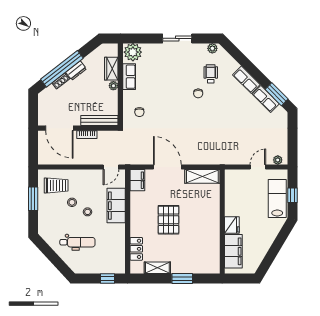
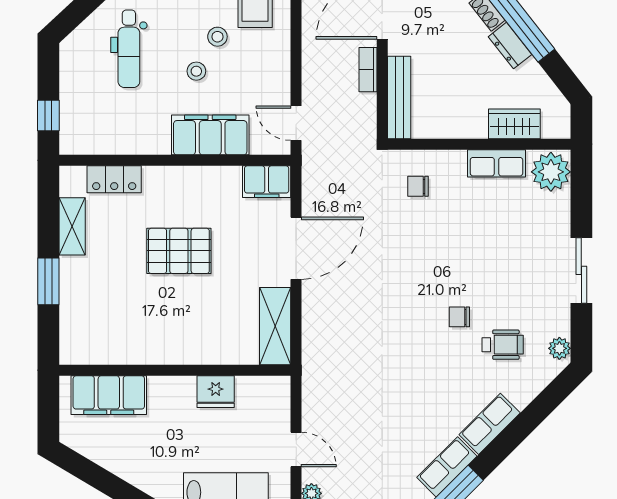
plant: (113, 86) -> (476, 129), removed
fridge: (232, 225) -> (216, 392), moved

